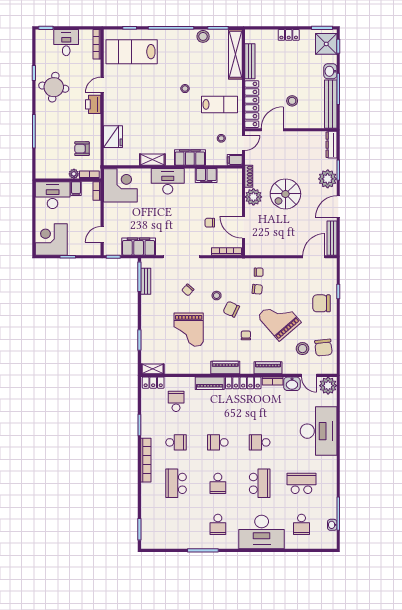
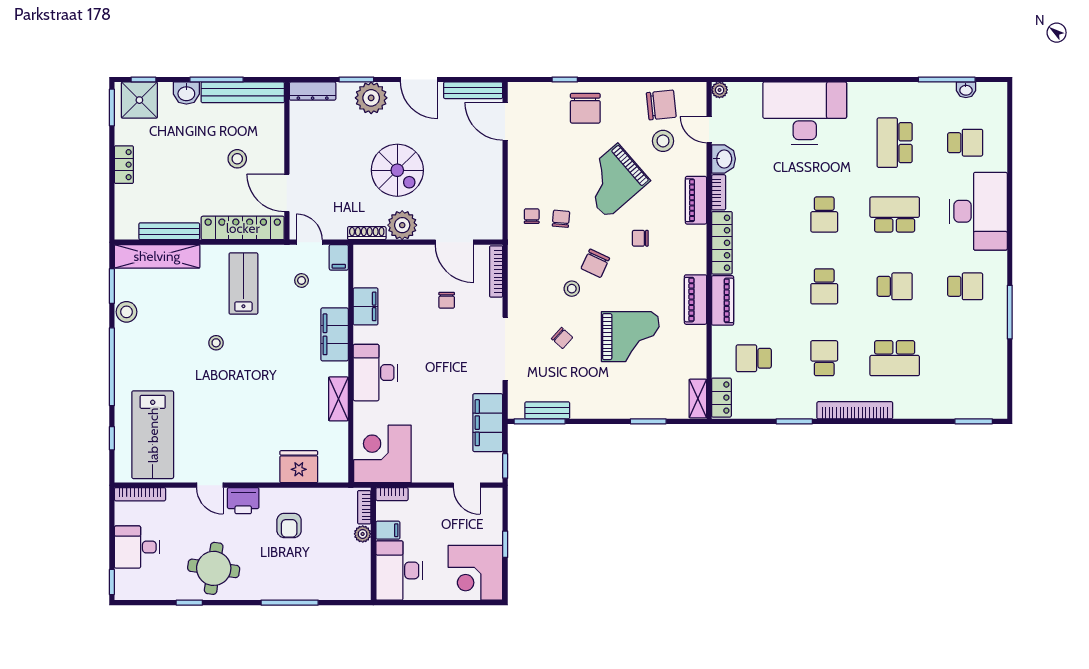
armchair: (82, 149) -> (289, 525), moved
door: (244, 227) -> (454, 242), hinge flipped
piano: (225, 368) -> (696, 300), moved
door: (309, 375) -> (709, 130), swing flipped
plant: (328, 386) -> (720, 90), width x0.53, depth x0.53

